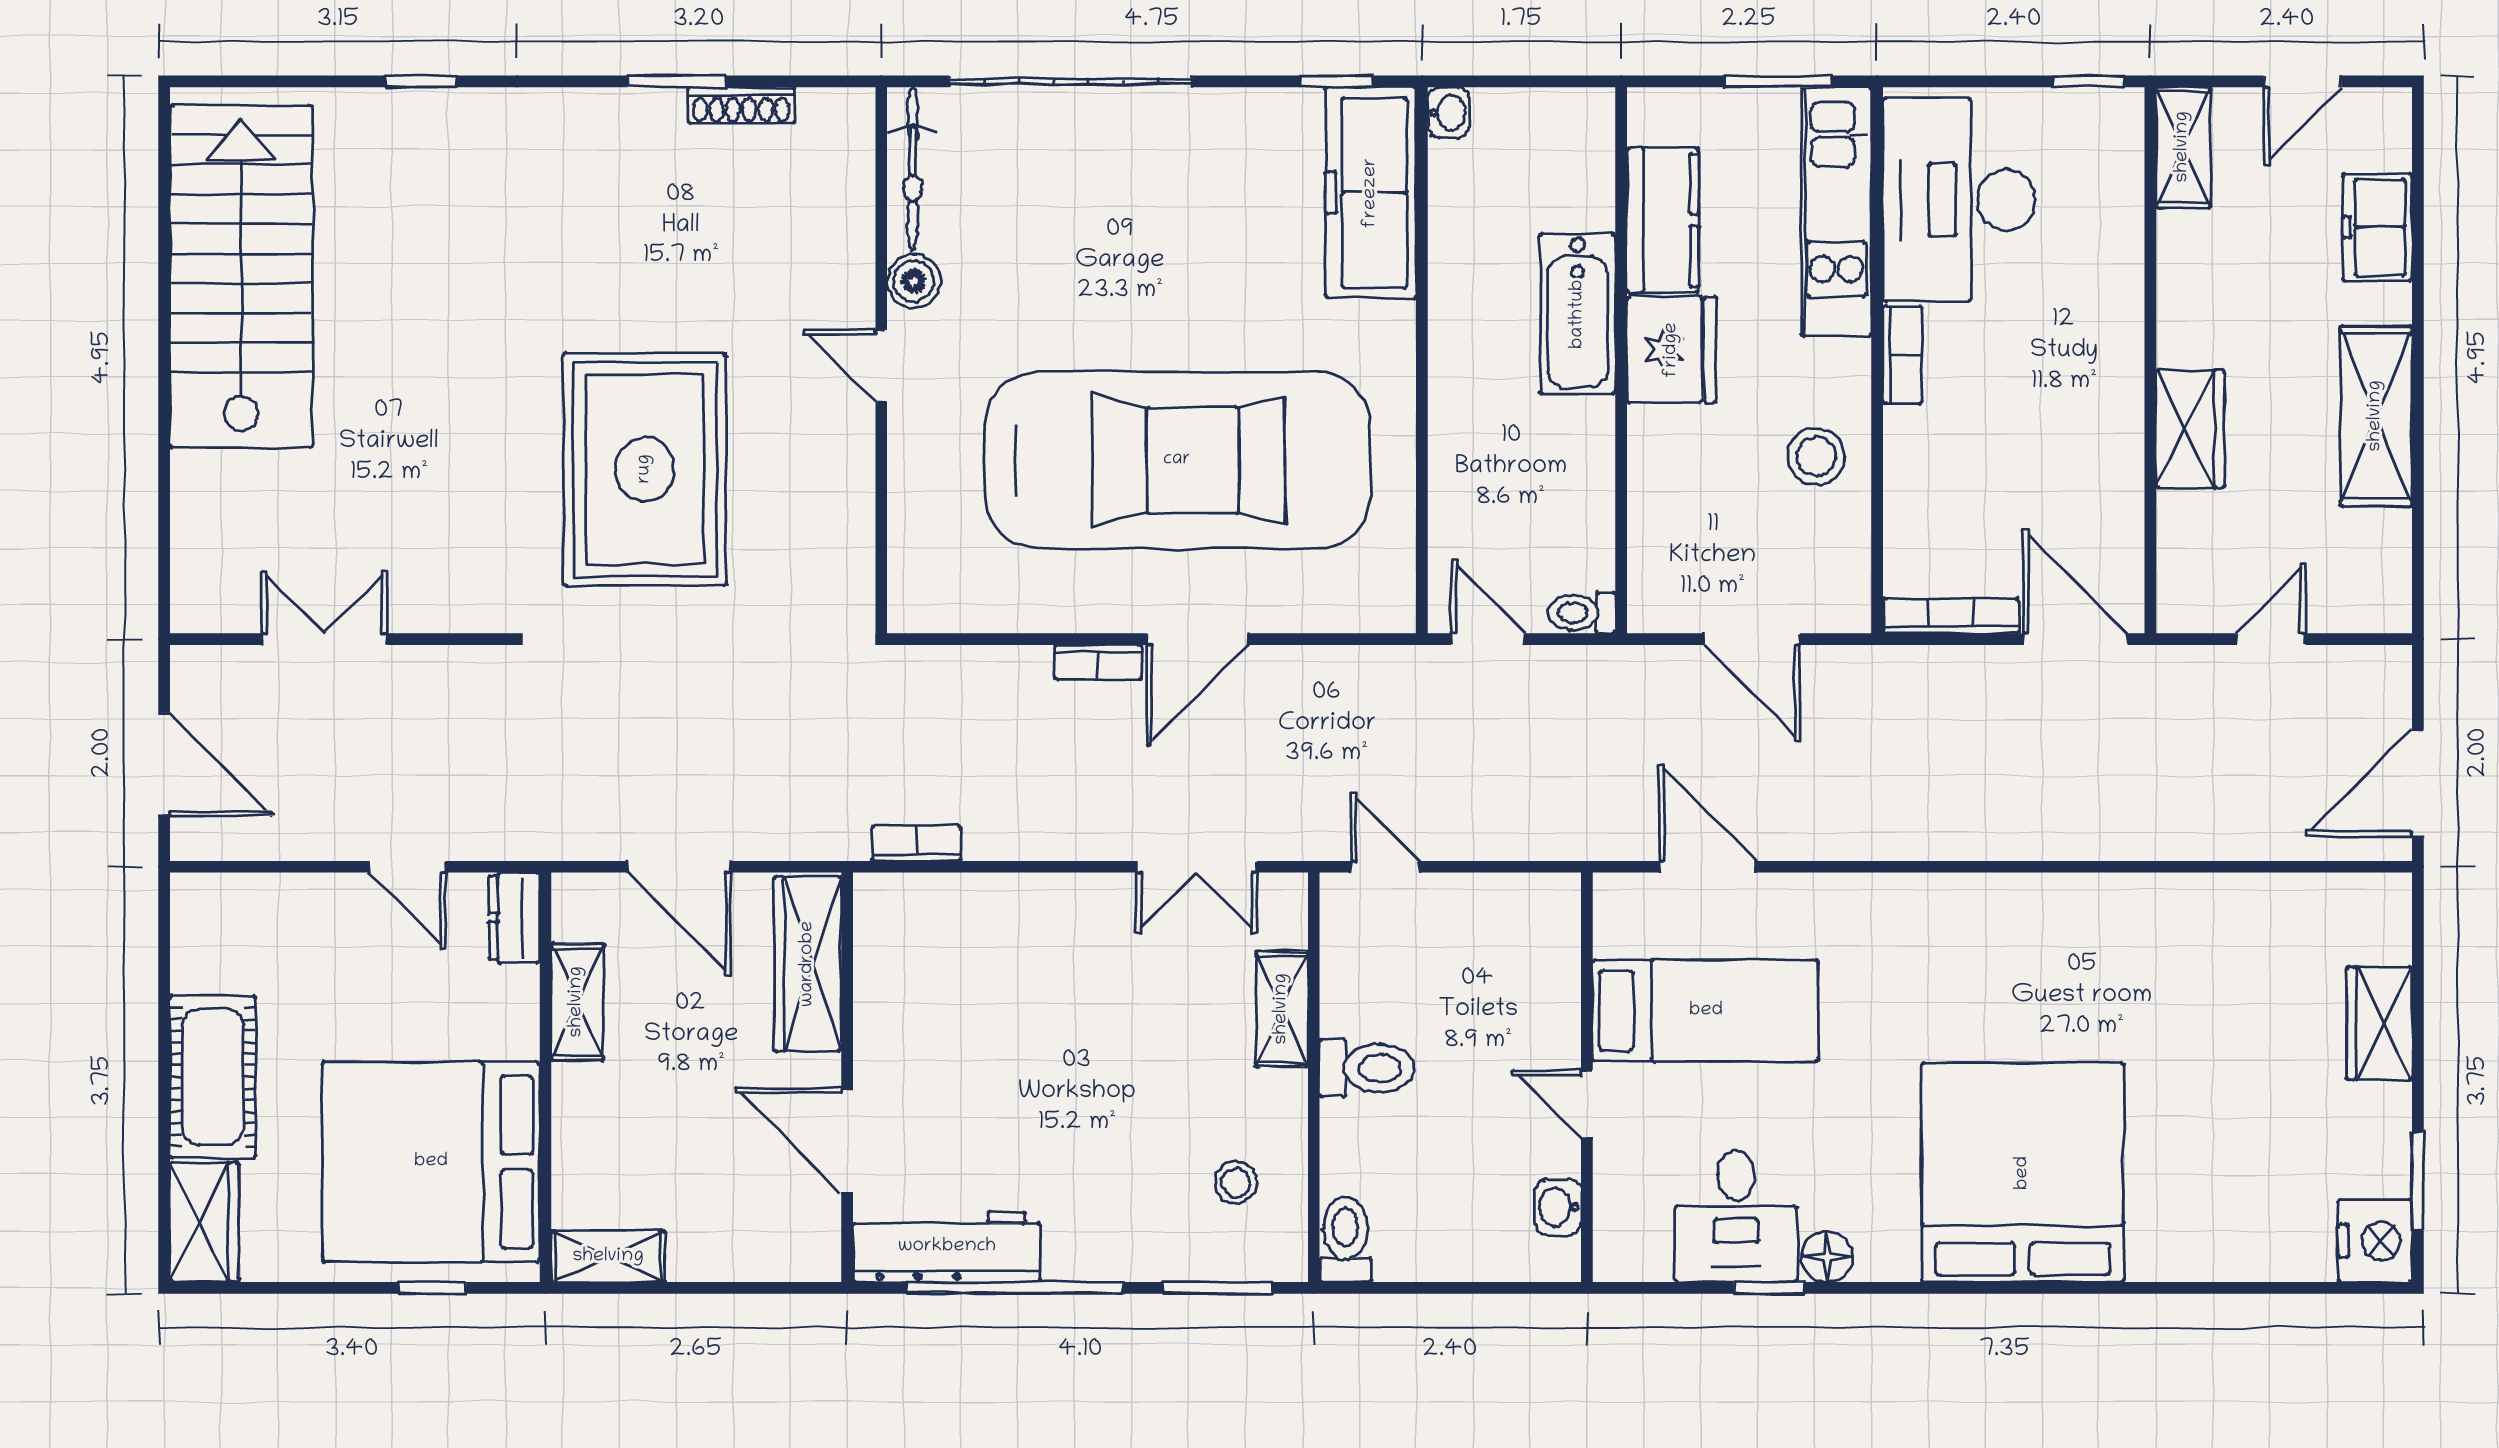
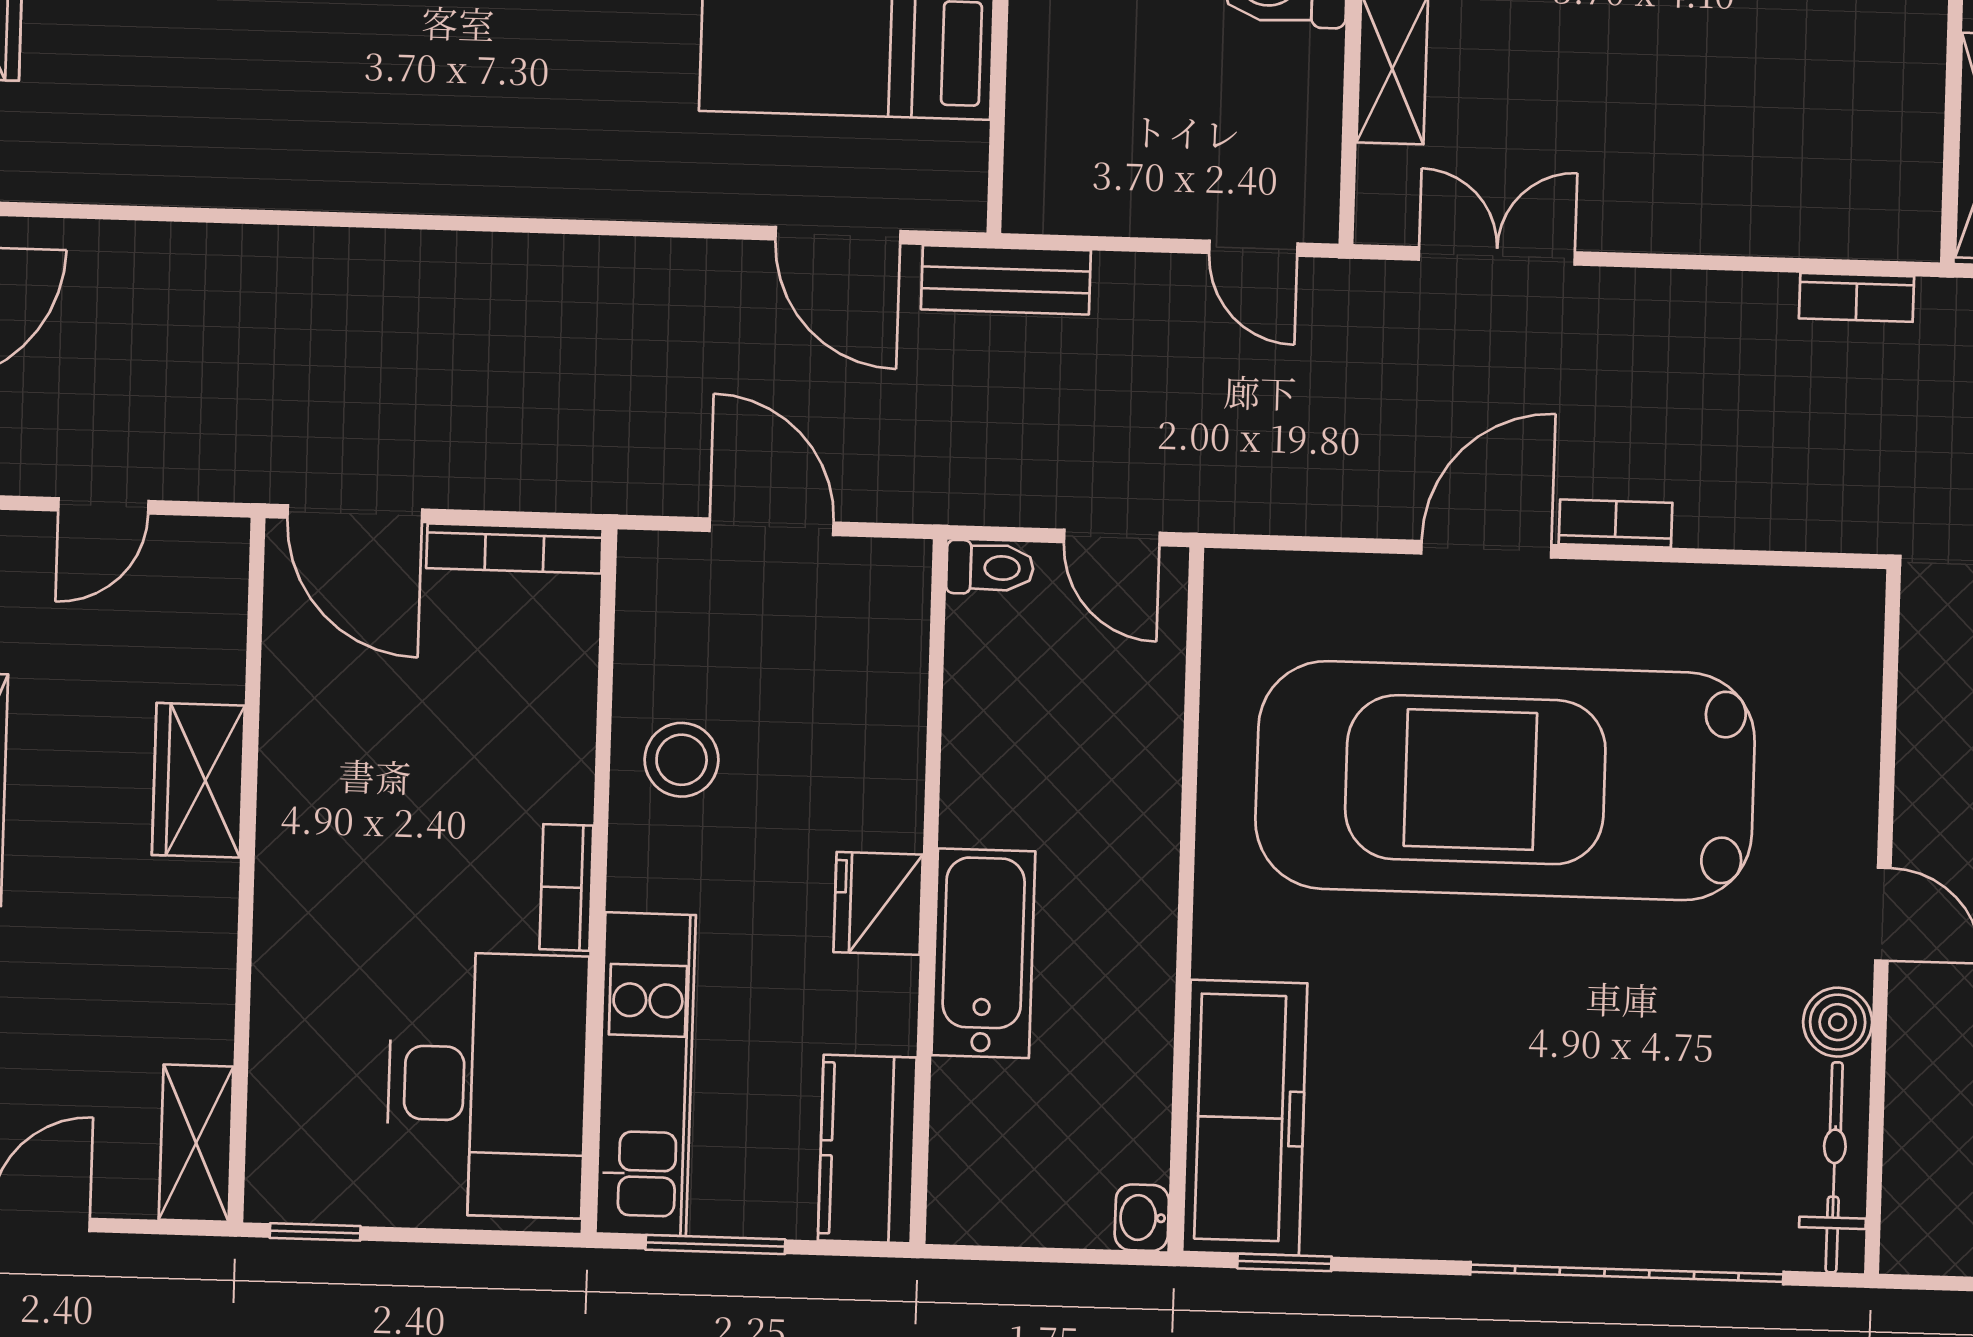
kitchen counter: (1663, 220) -> (867, 1149), moved
fridge: (1672, 350) -> (878, 903), width x0.73, depth x0.75
bench: (1576, 836) -> (1006, 280), added

